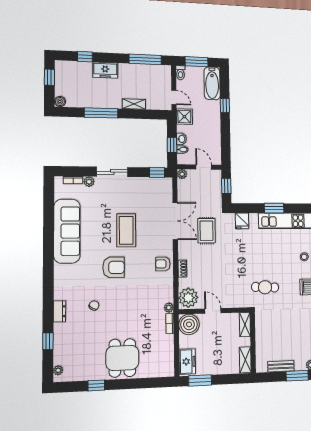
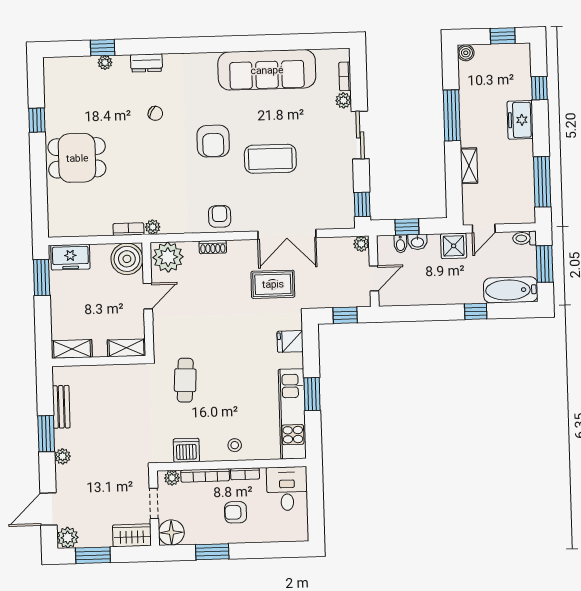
plant: (58, 370) -> (105, 62), moved

